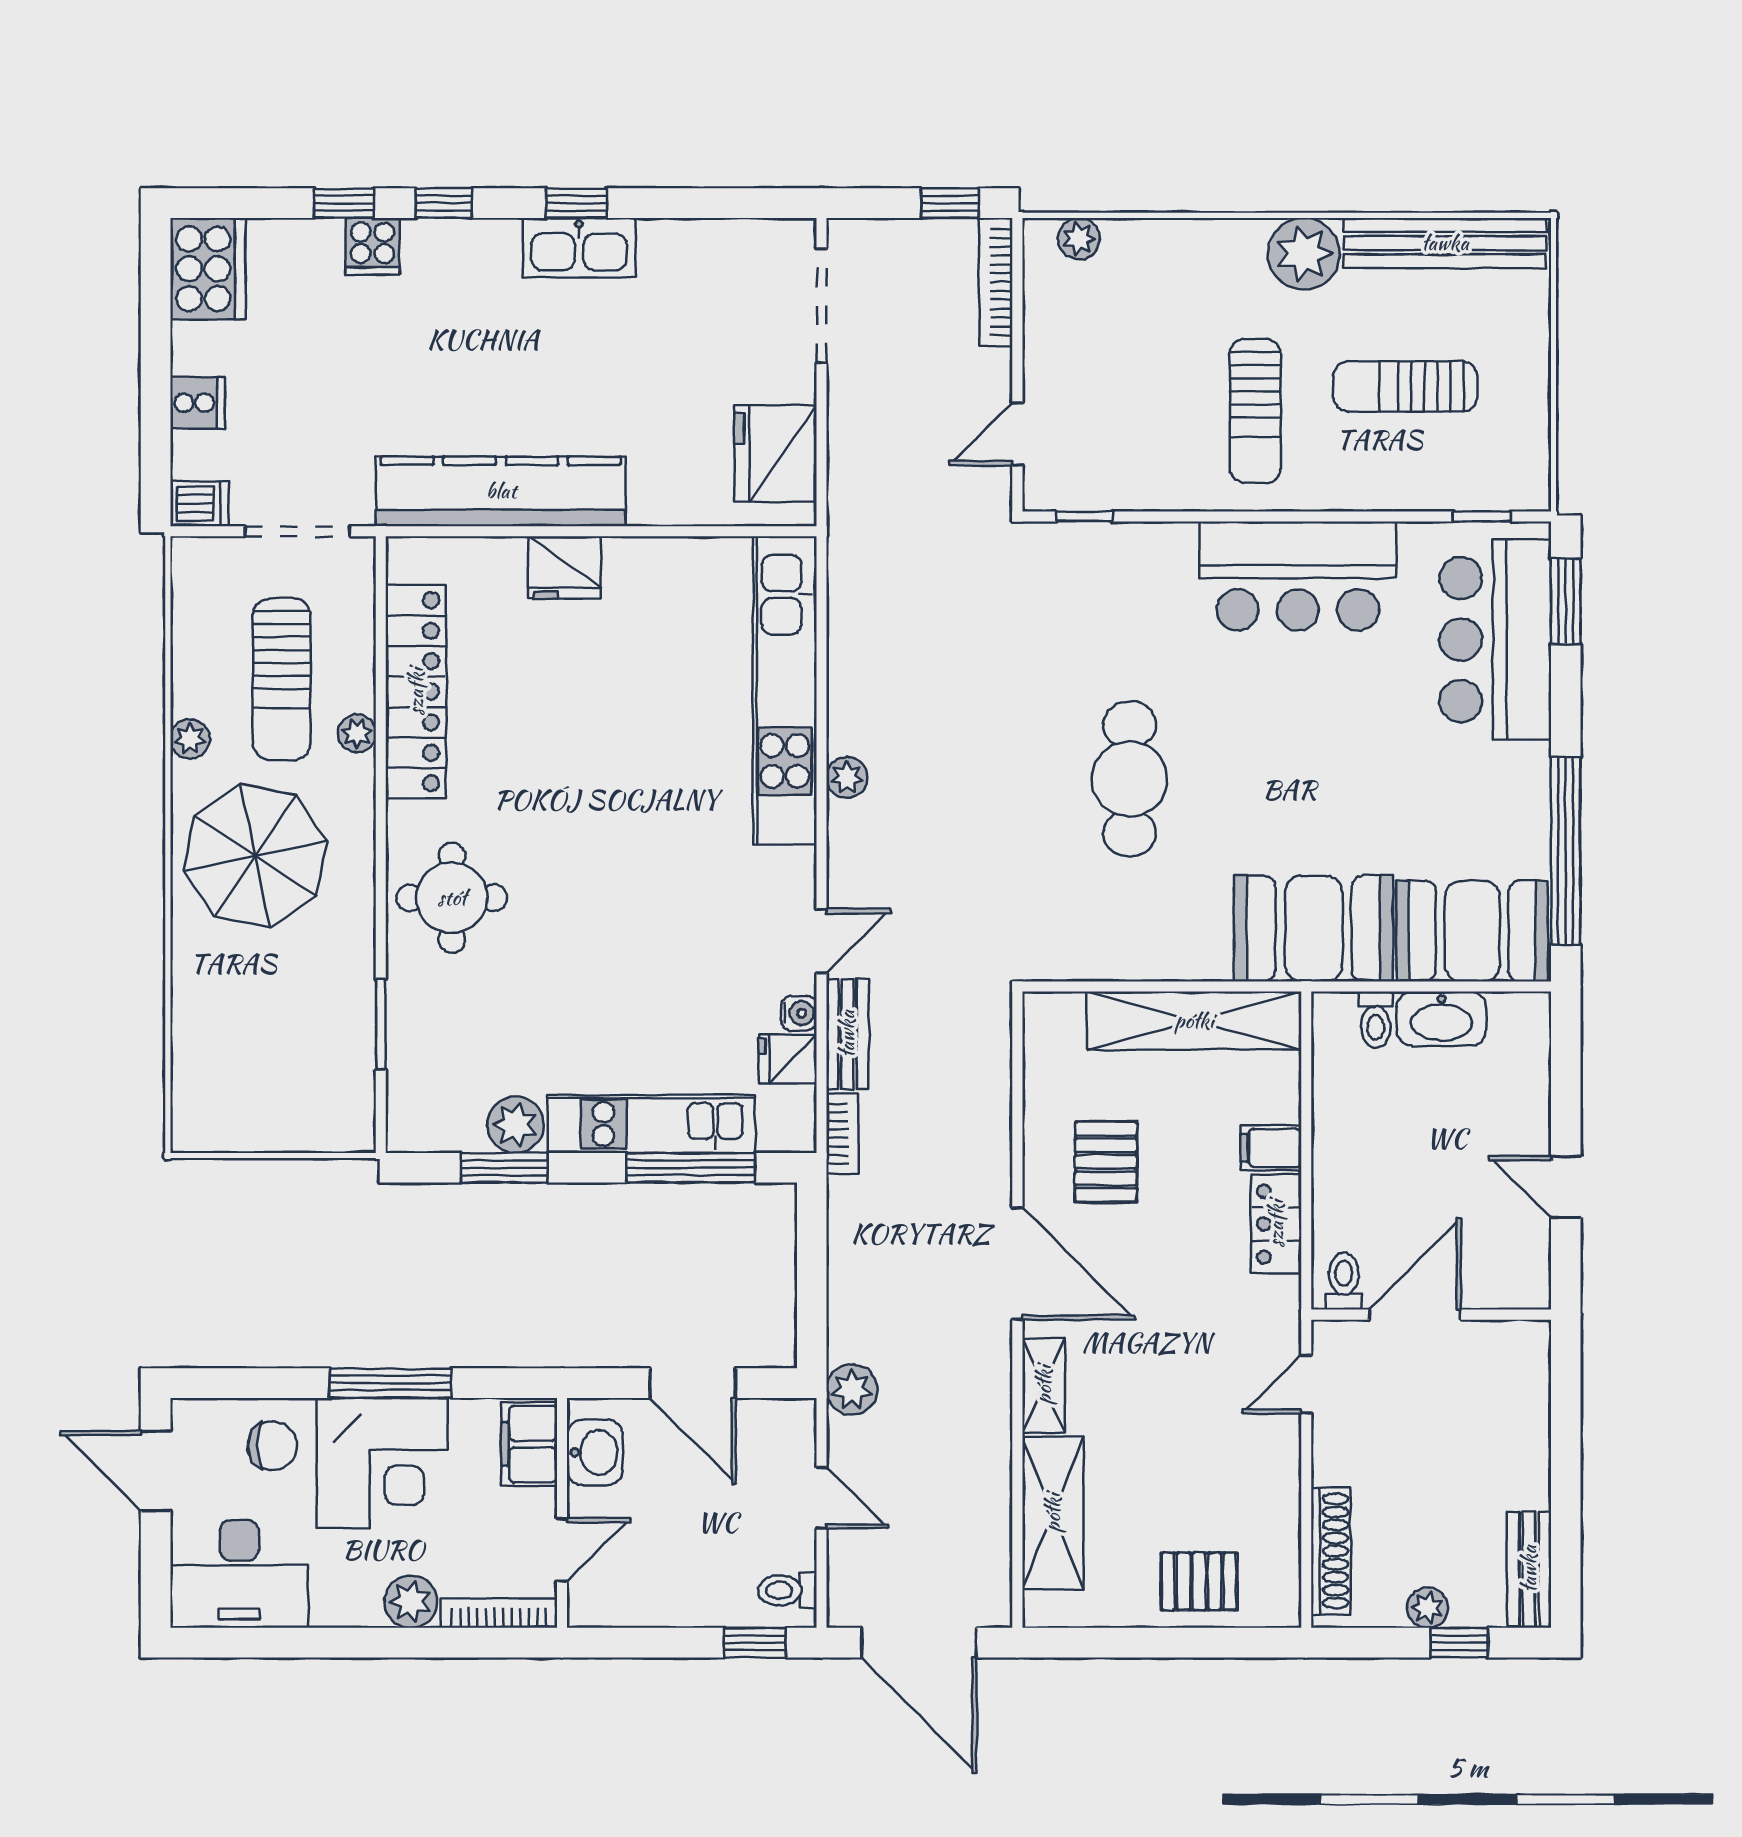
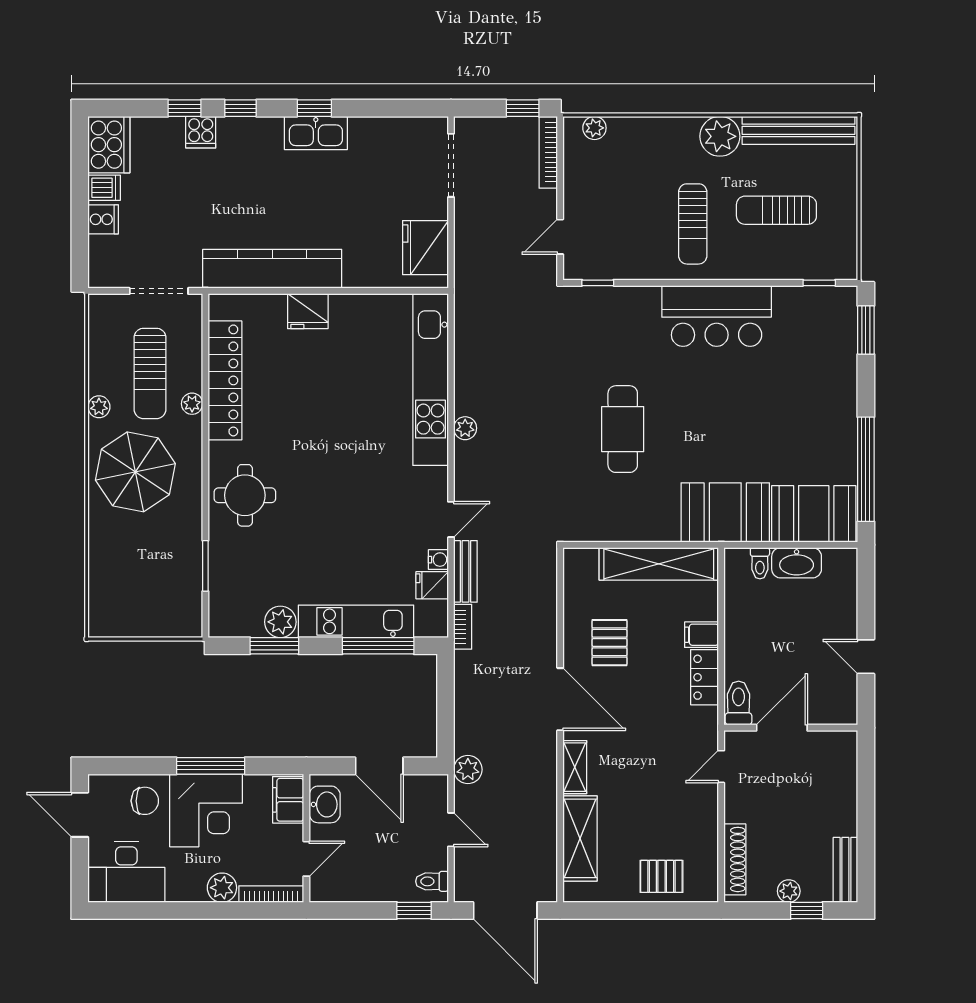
dishwasher: (199, 504) -> (104, 188), moved
bar counter: (1495, 640) -> (827, 351), removed
toilet: (1344, 1281) -> (739, 703), width x1.37, depth x1.39

